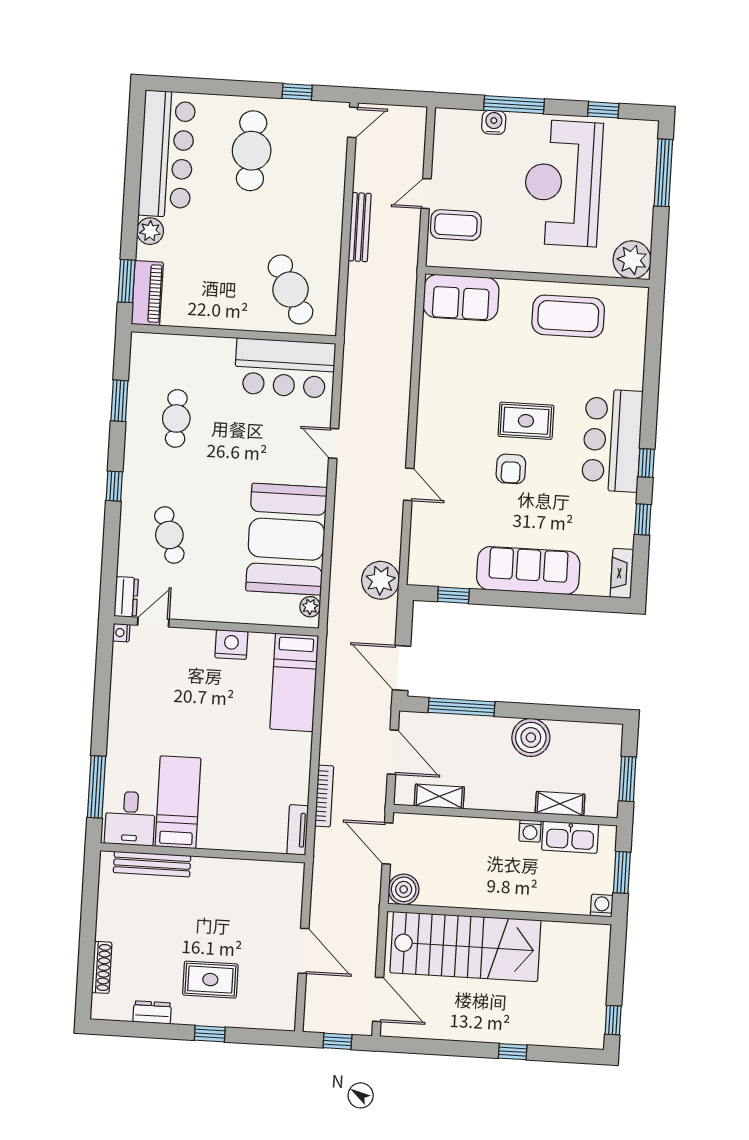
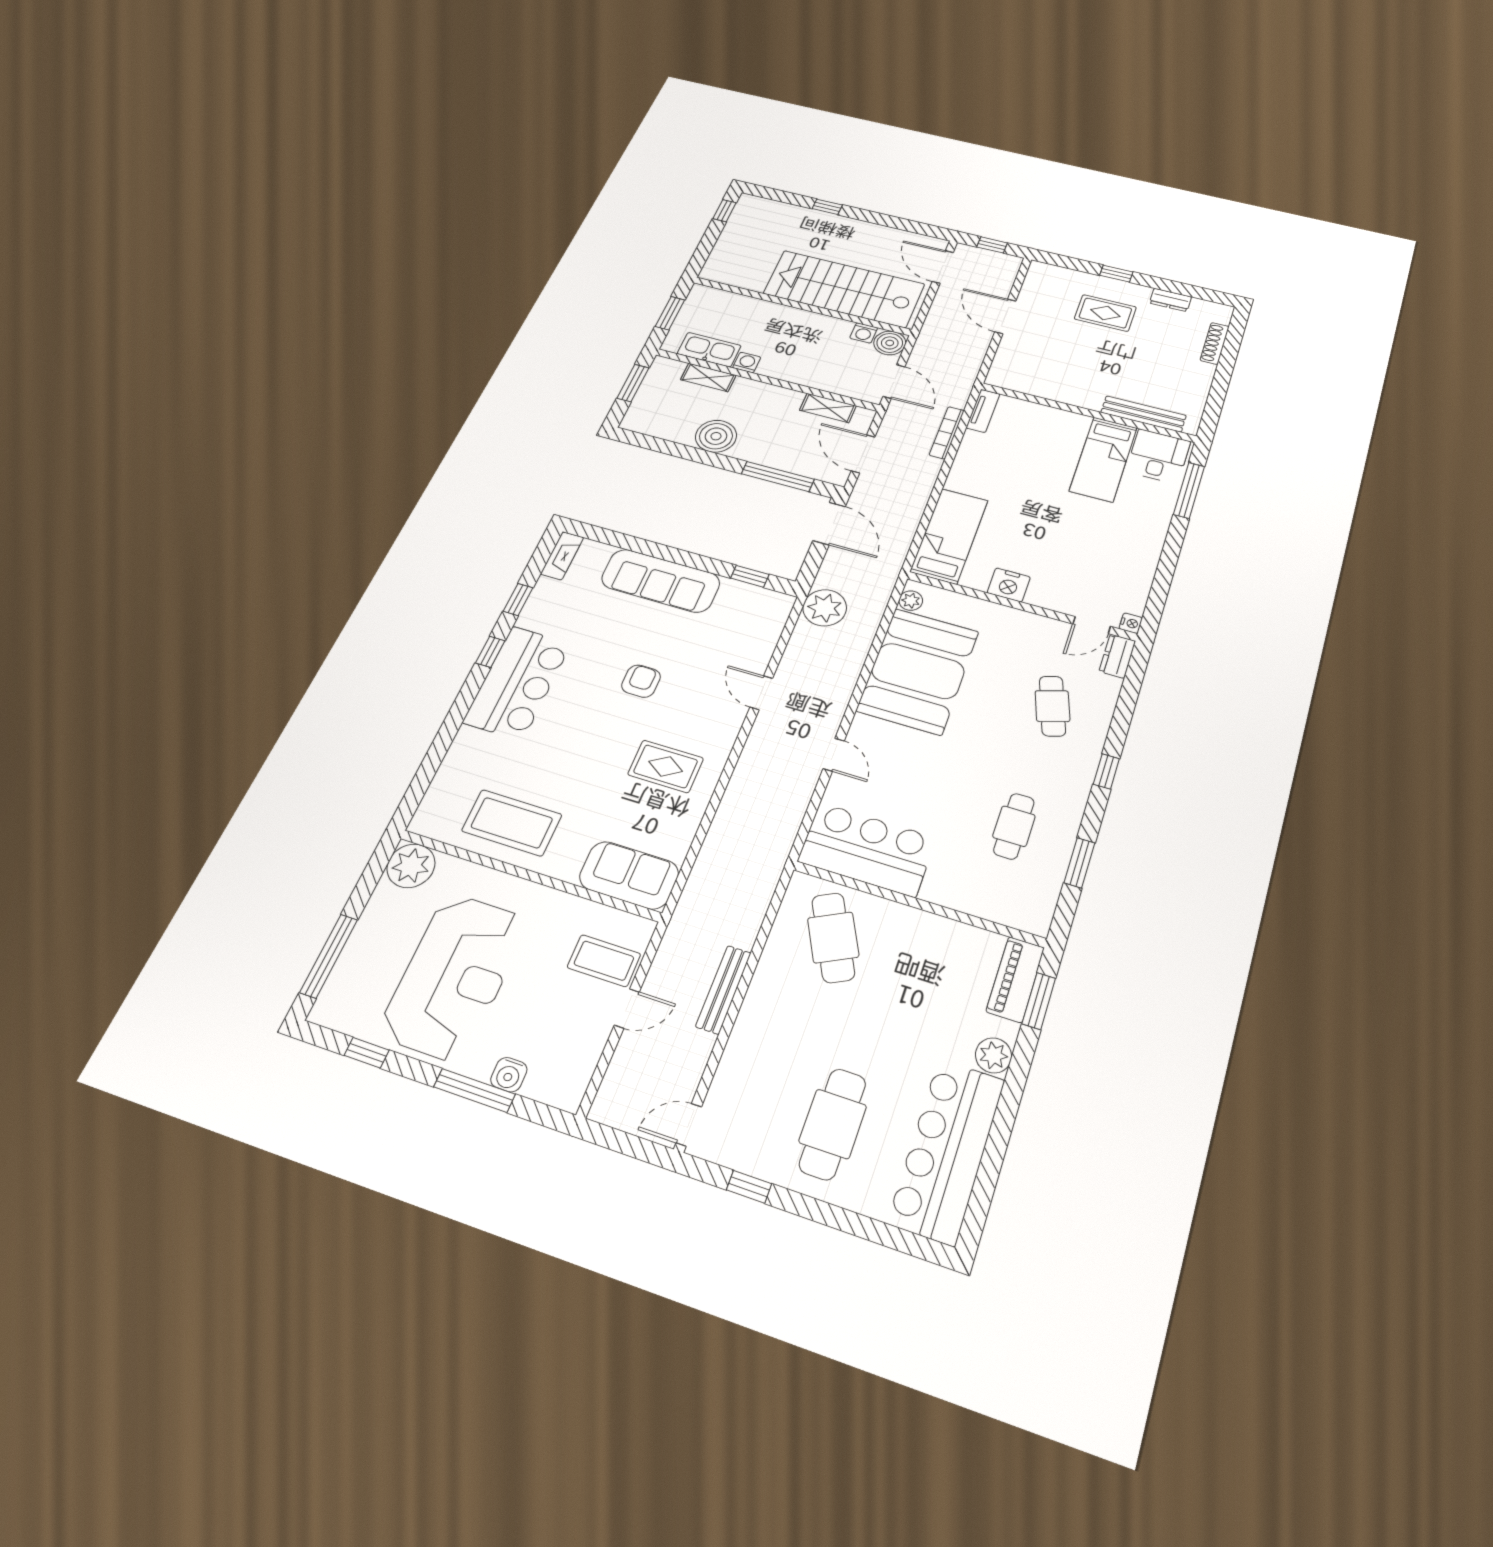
rug: (526, 421) -> (666, 766), moved
washing machine: (602, 906) -> (864, 333), moved

